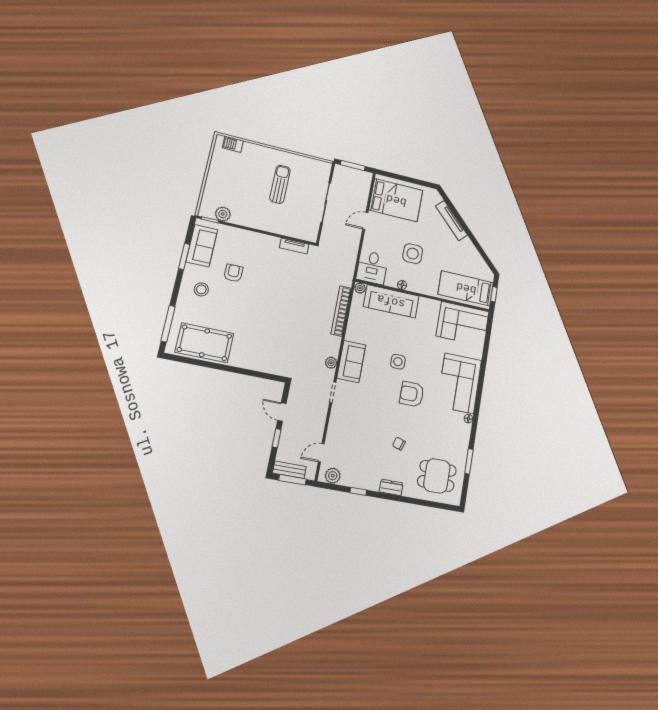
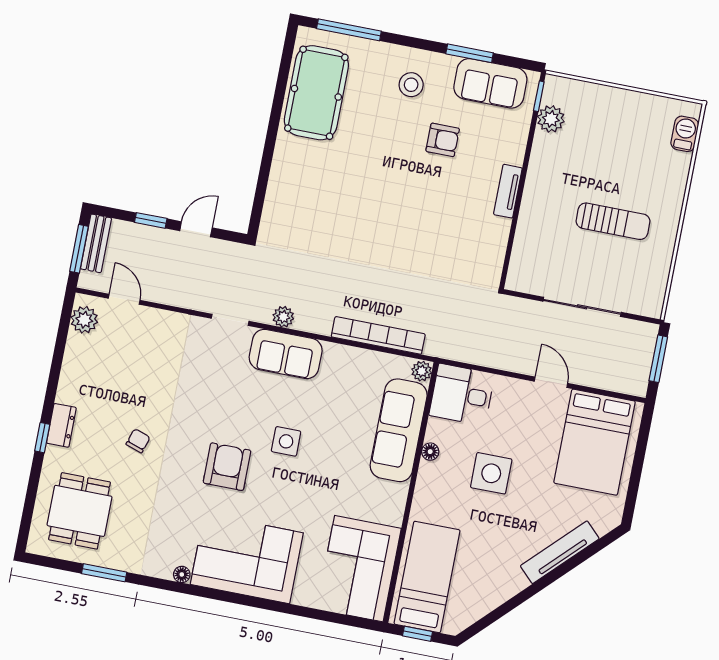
tv unit: (294, 246) -> (508, 191), moved
window: (358, 491) -> (42, 438), moved

